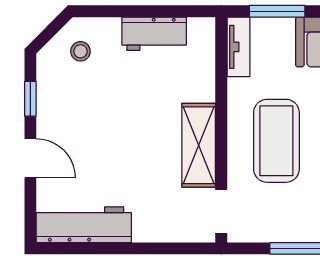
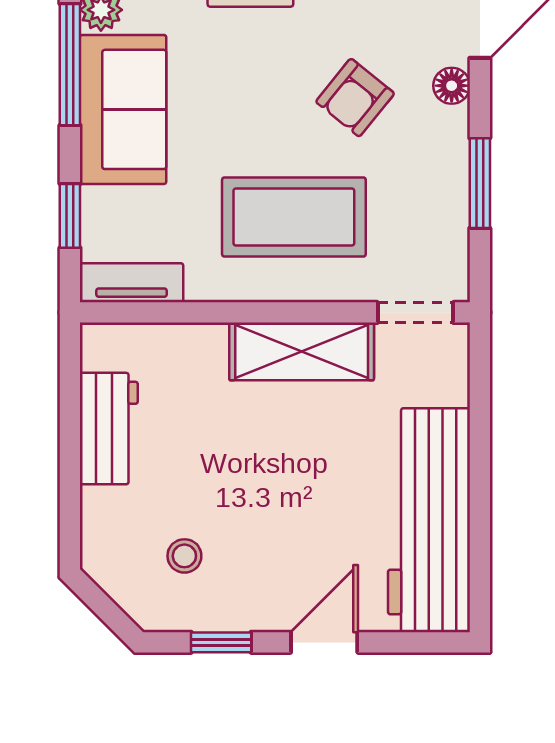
window: (277, 11) -> (70, 216), width x0.67
stool: (80, 51) -> (184, 556), moved
workbench: (84, 225) -> (429, 520), width x1.36, depth x1.32

